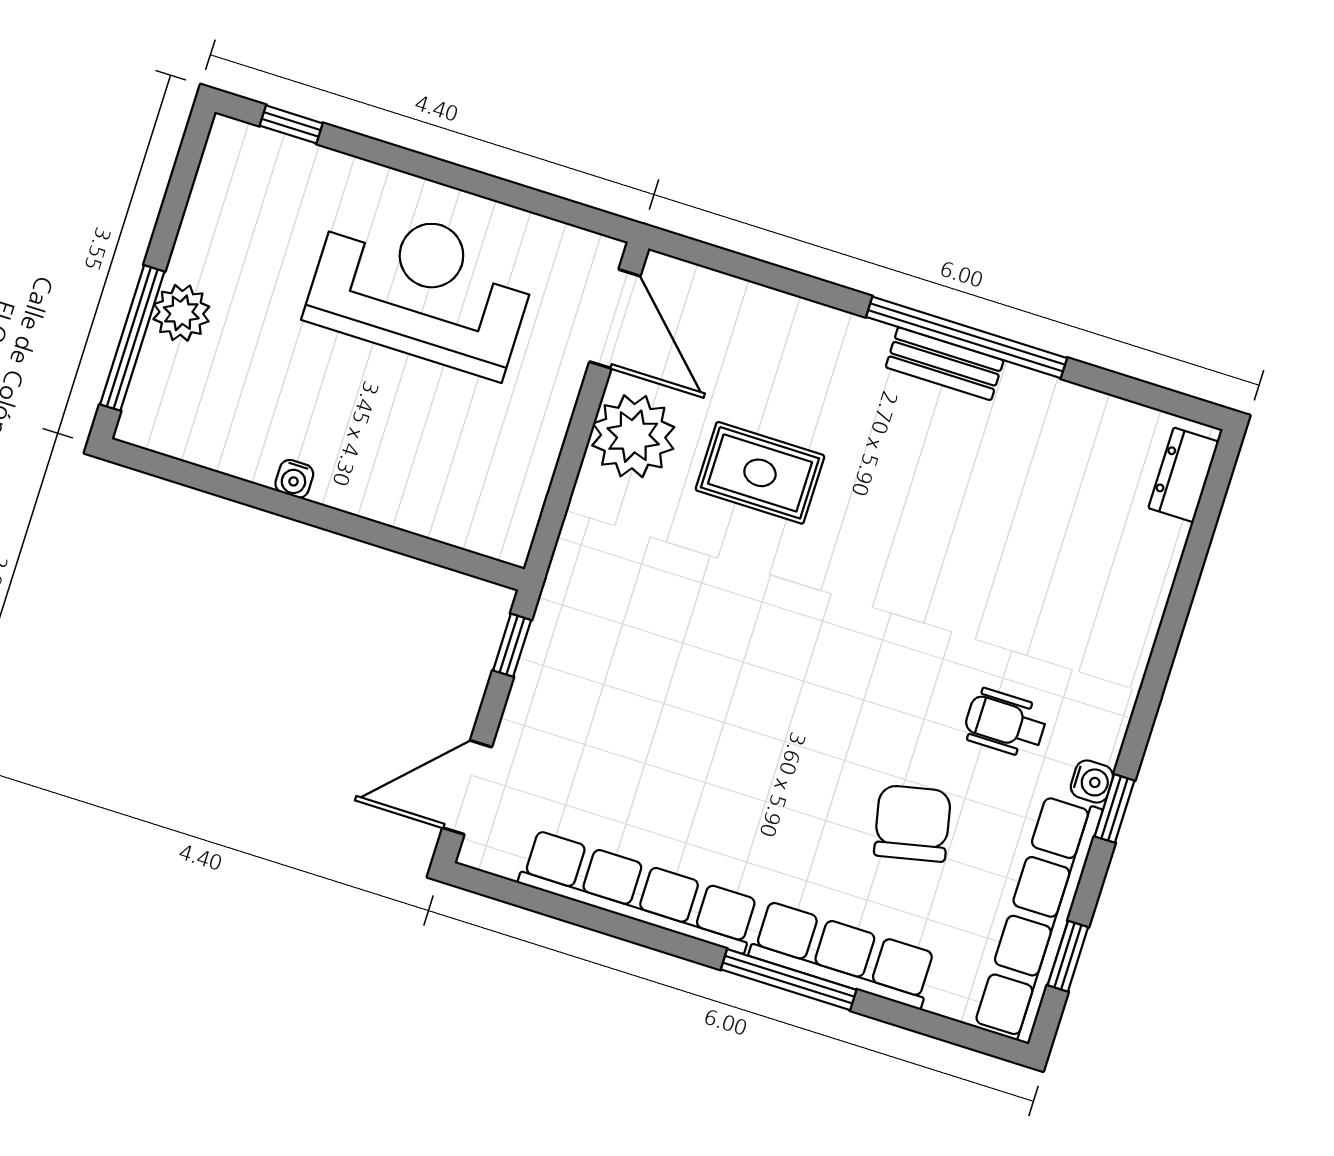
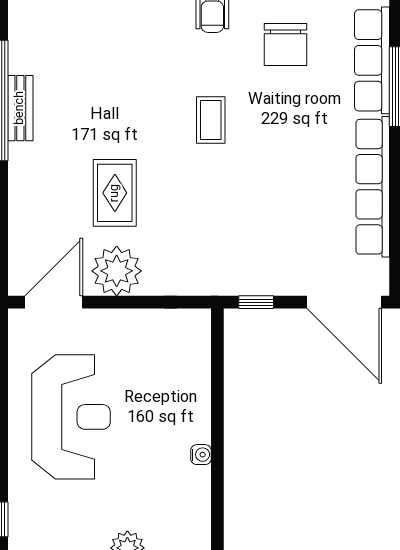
reception desk: (421, 288) -> (71, 417), turned 180
coffee table: (829, 665) -> (211, 120), added
door: (467, 787) -> (344, 302), width x1.36
chair: (912, 823) -> (285, 45), turned -78

